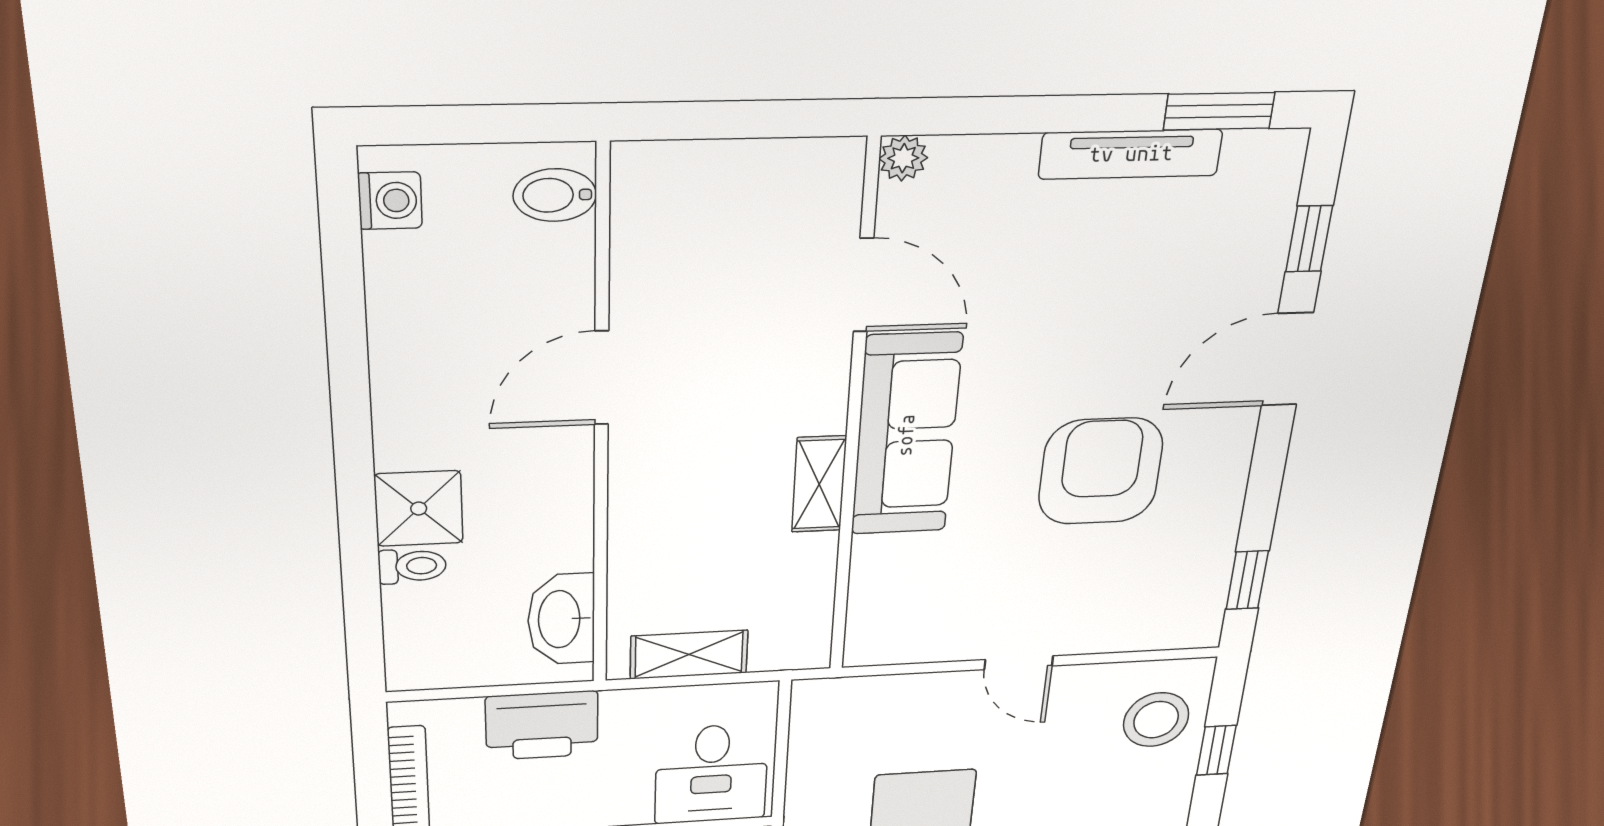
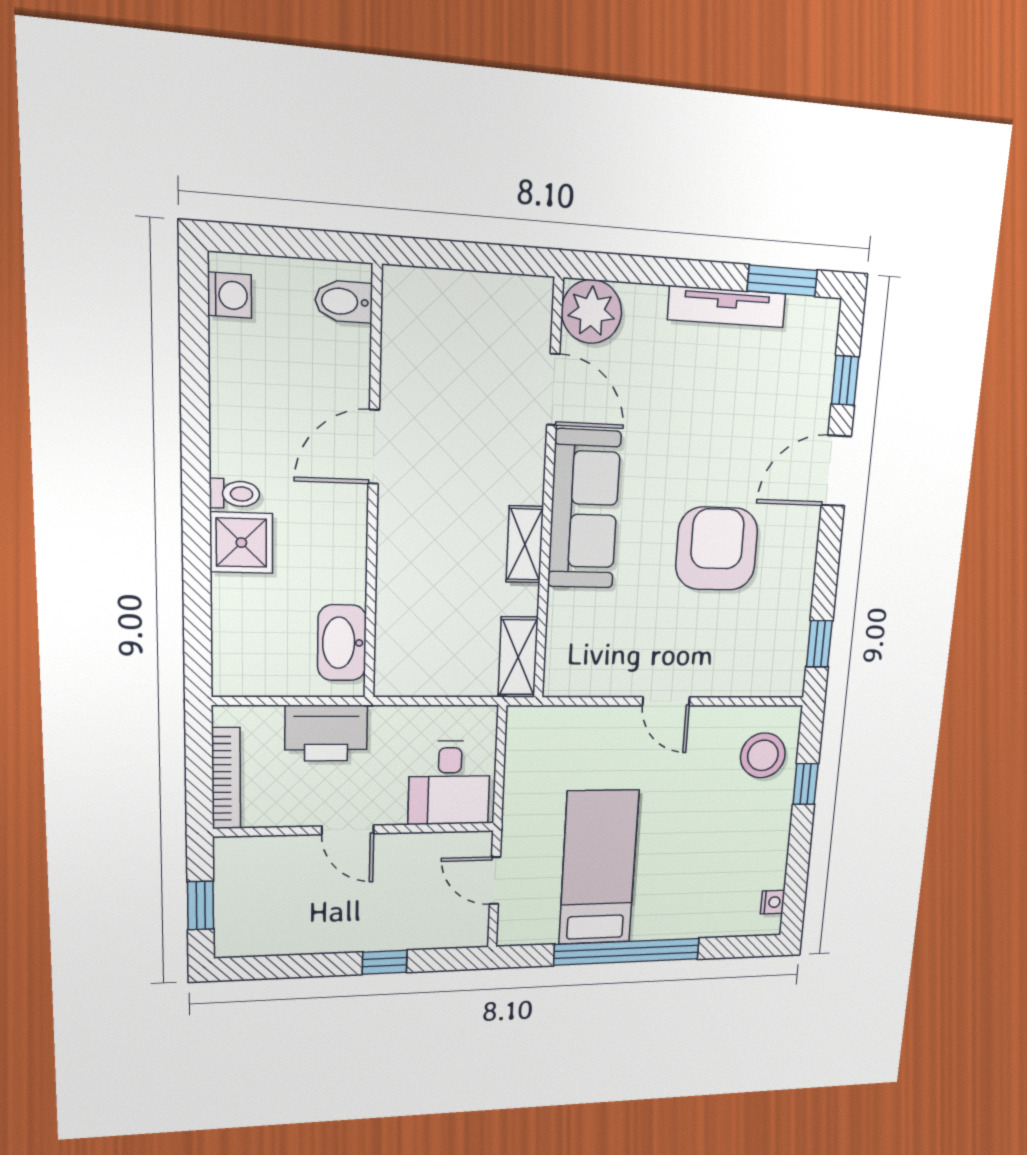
plant: (903, 158) -> (592, 312), width x1.88, depth x1.88
toilet: (412, 566) -> (235, 494), moved
shelving: (689, 655) -> (518, 657), moved, turned 90

